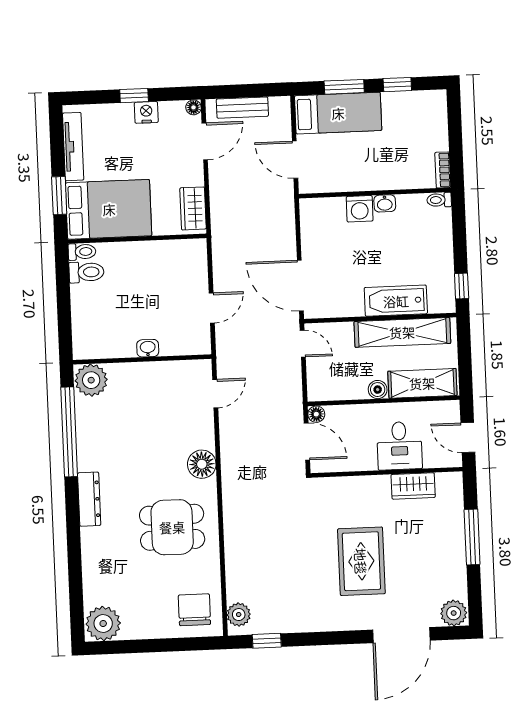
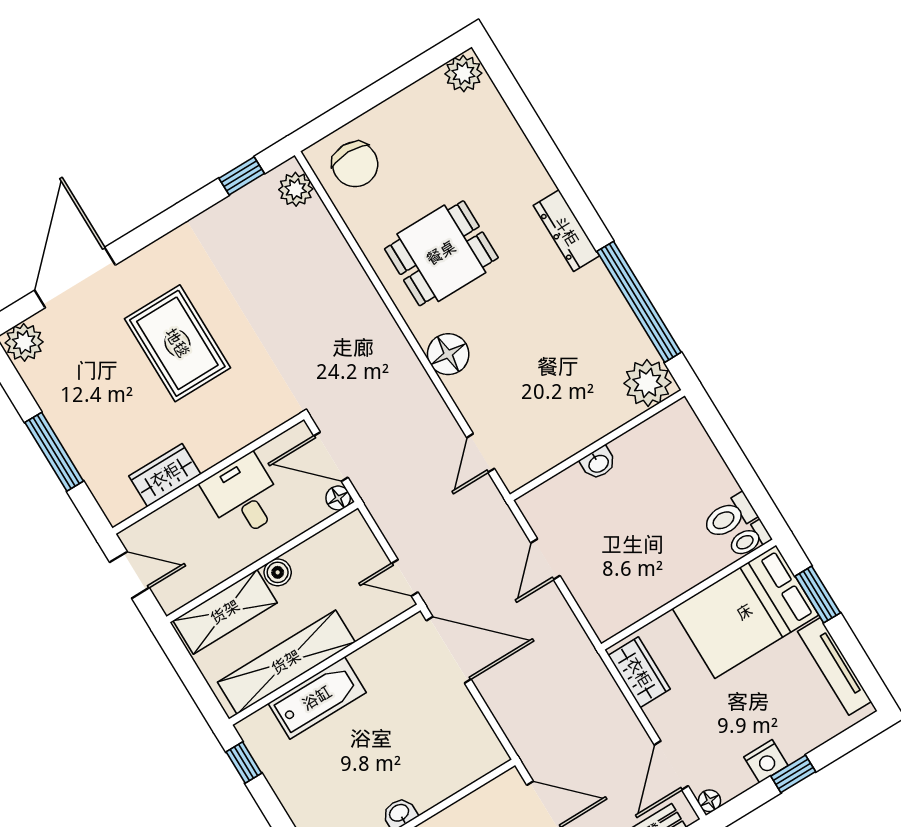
washing machine: (360, 209) -> (428, 789), removed
desk: (399, 446) -> (243, 496), moved
plant: (103, 623) -> (463, 73), width x0.73, depth x0.73

